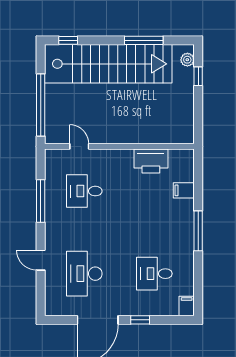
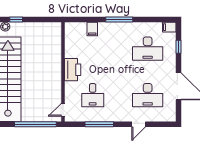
door: (79, 146) -> (63, 110), moved
printer: (151, 161) -> (73, 70), moved
desk: (154, 274) -> (148, 49), width x1.37
window: (140, 320) -> (178, 47), moved

